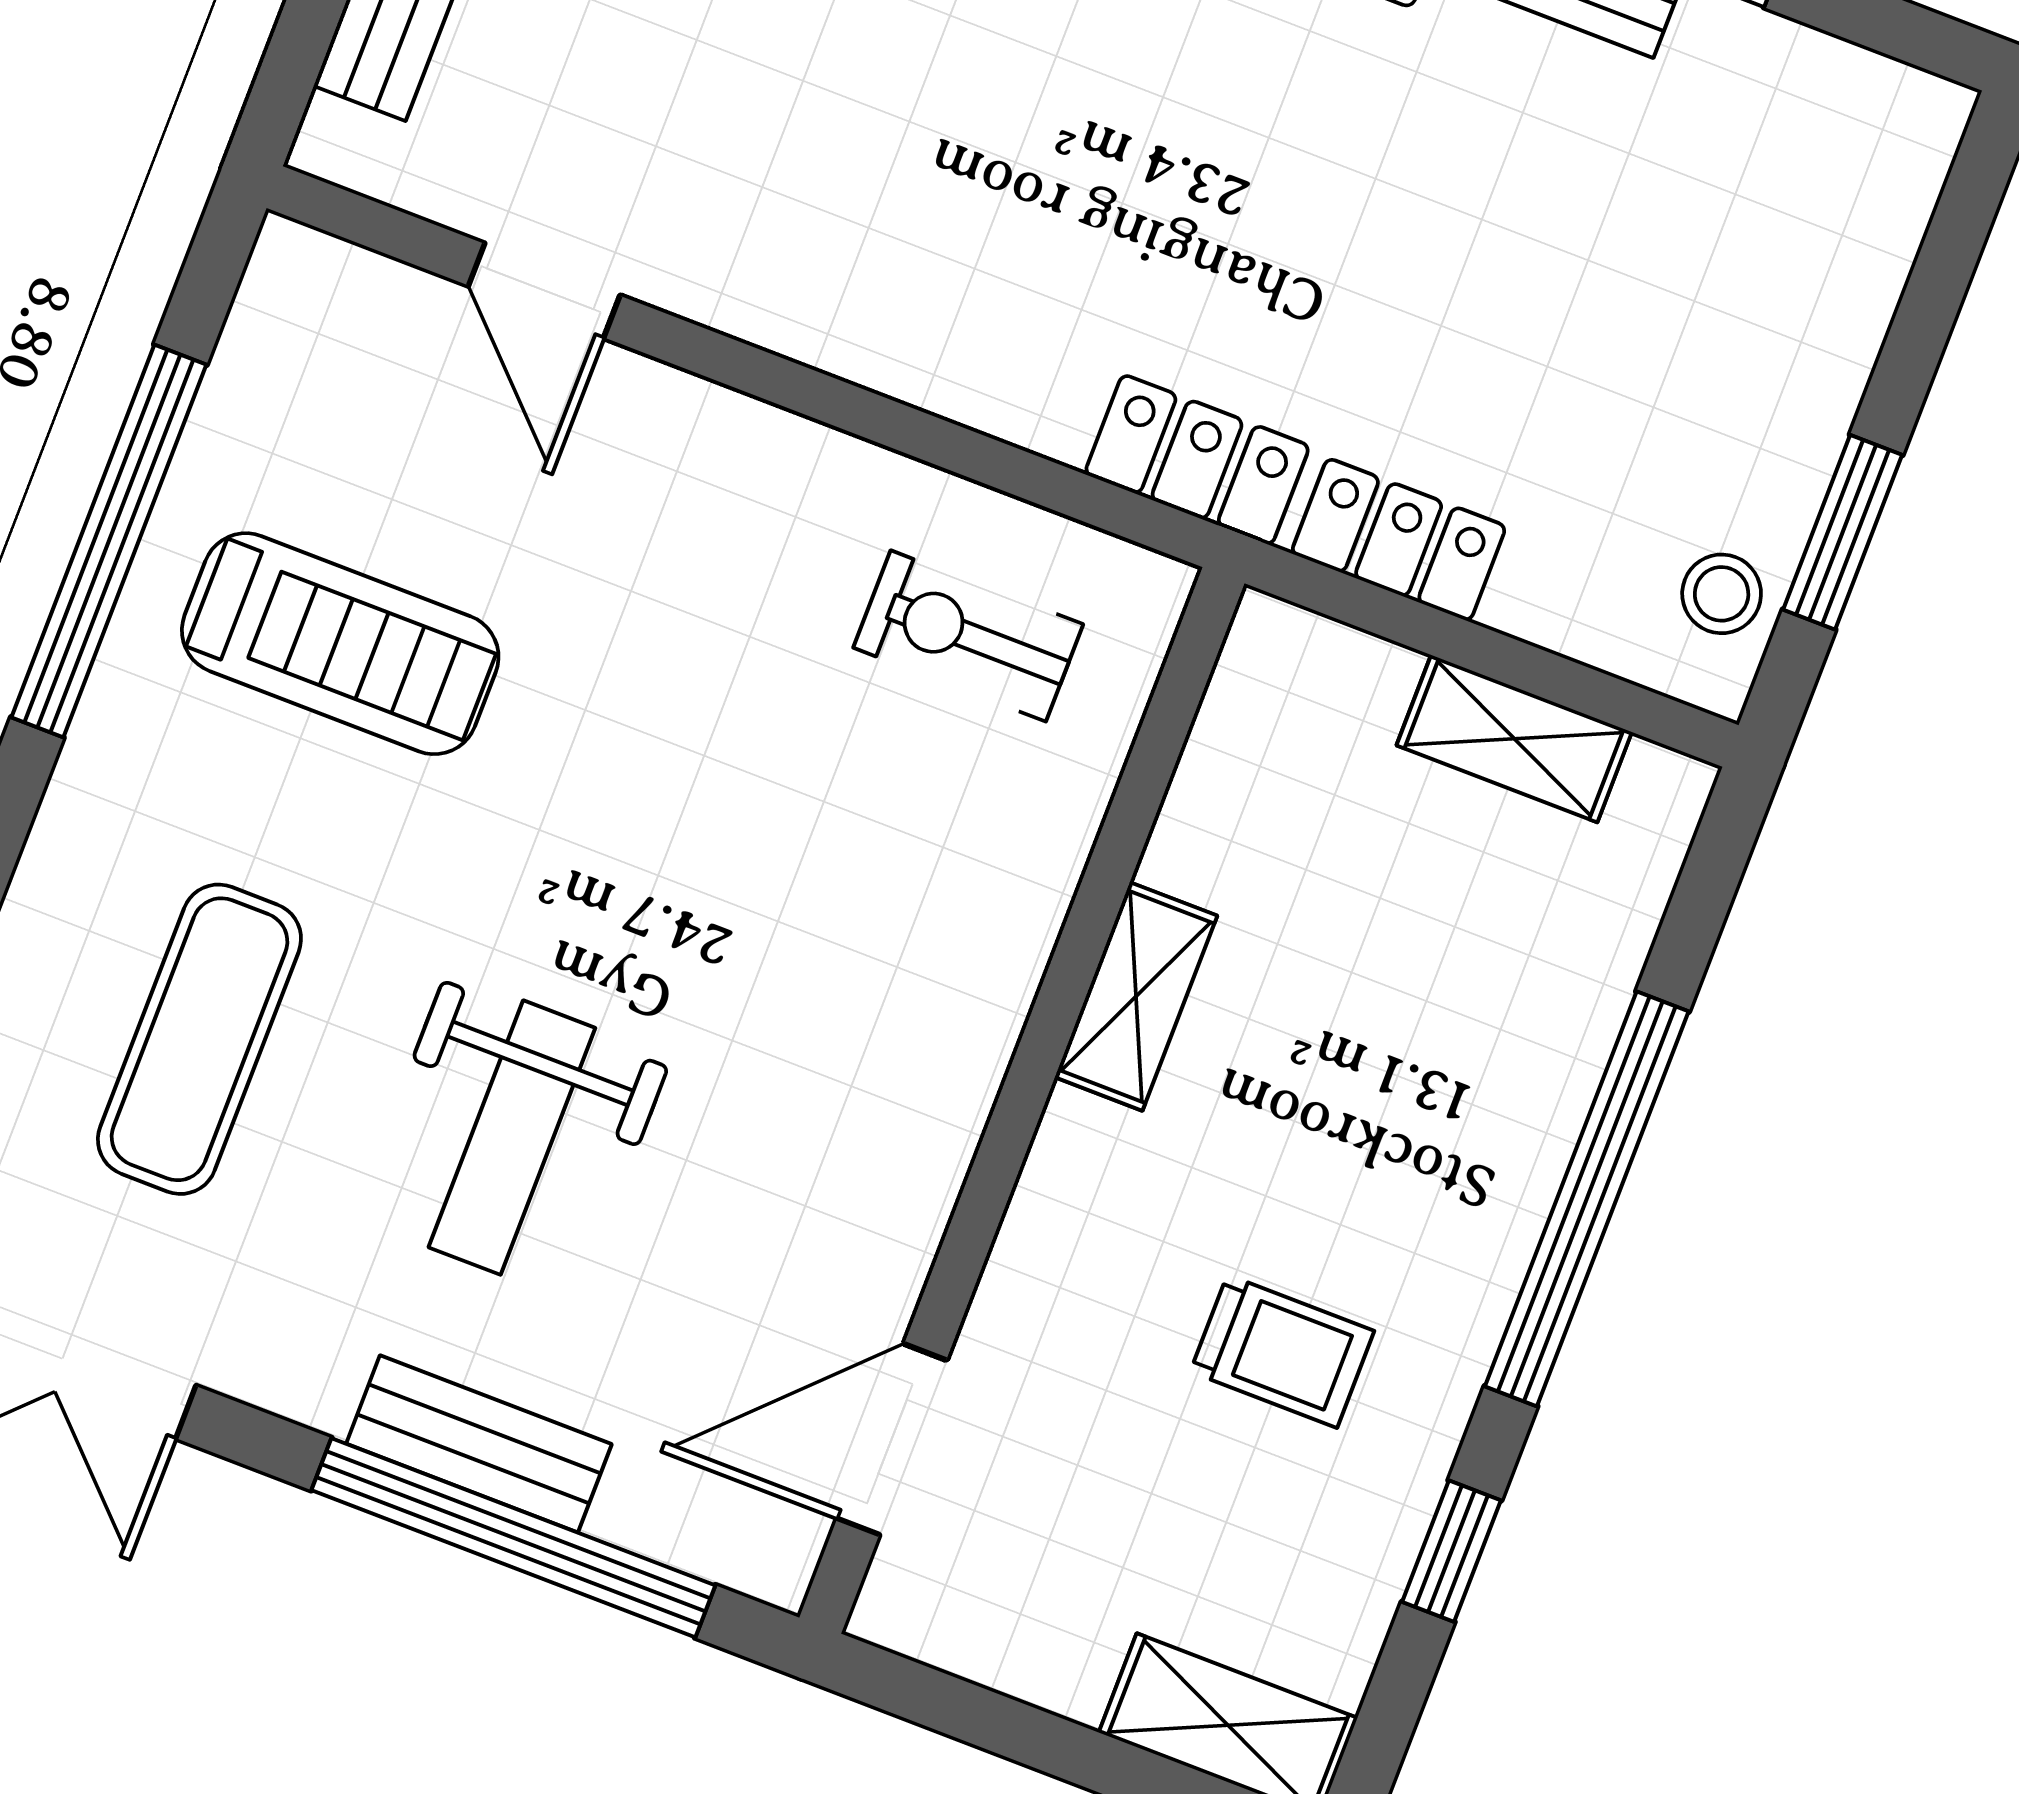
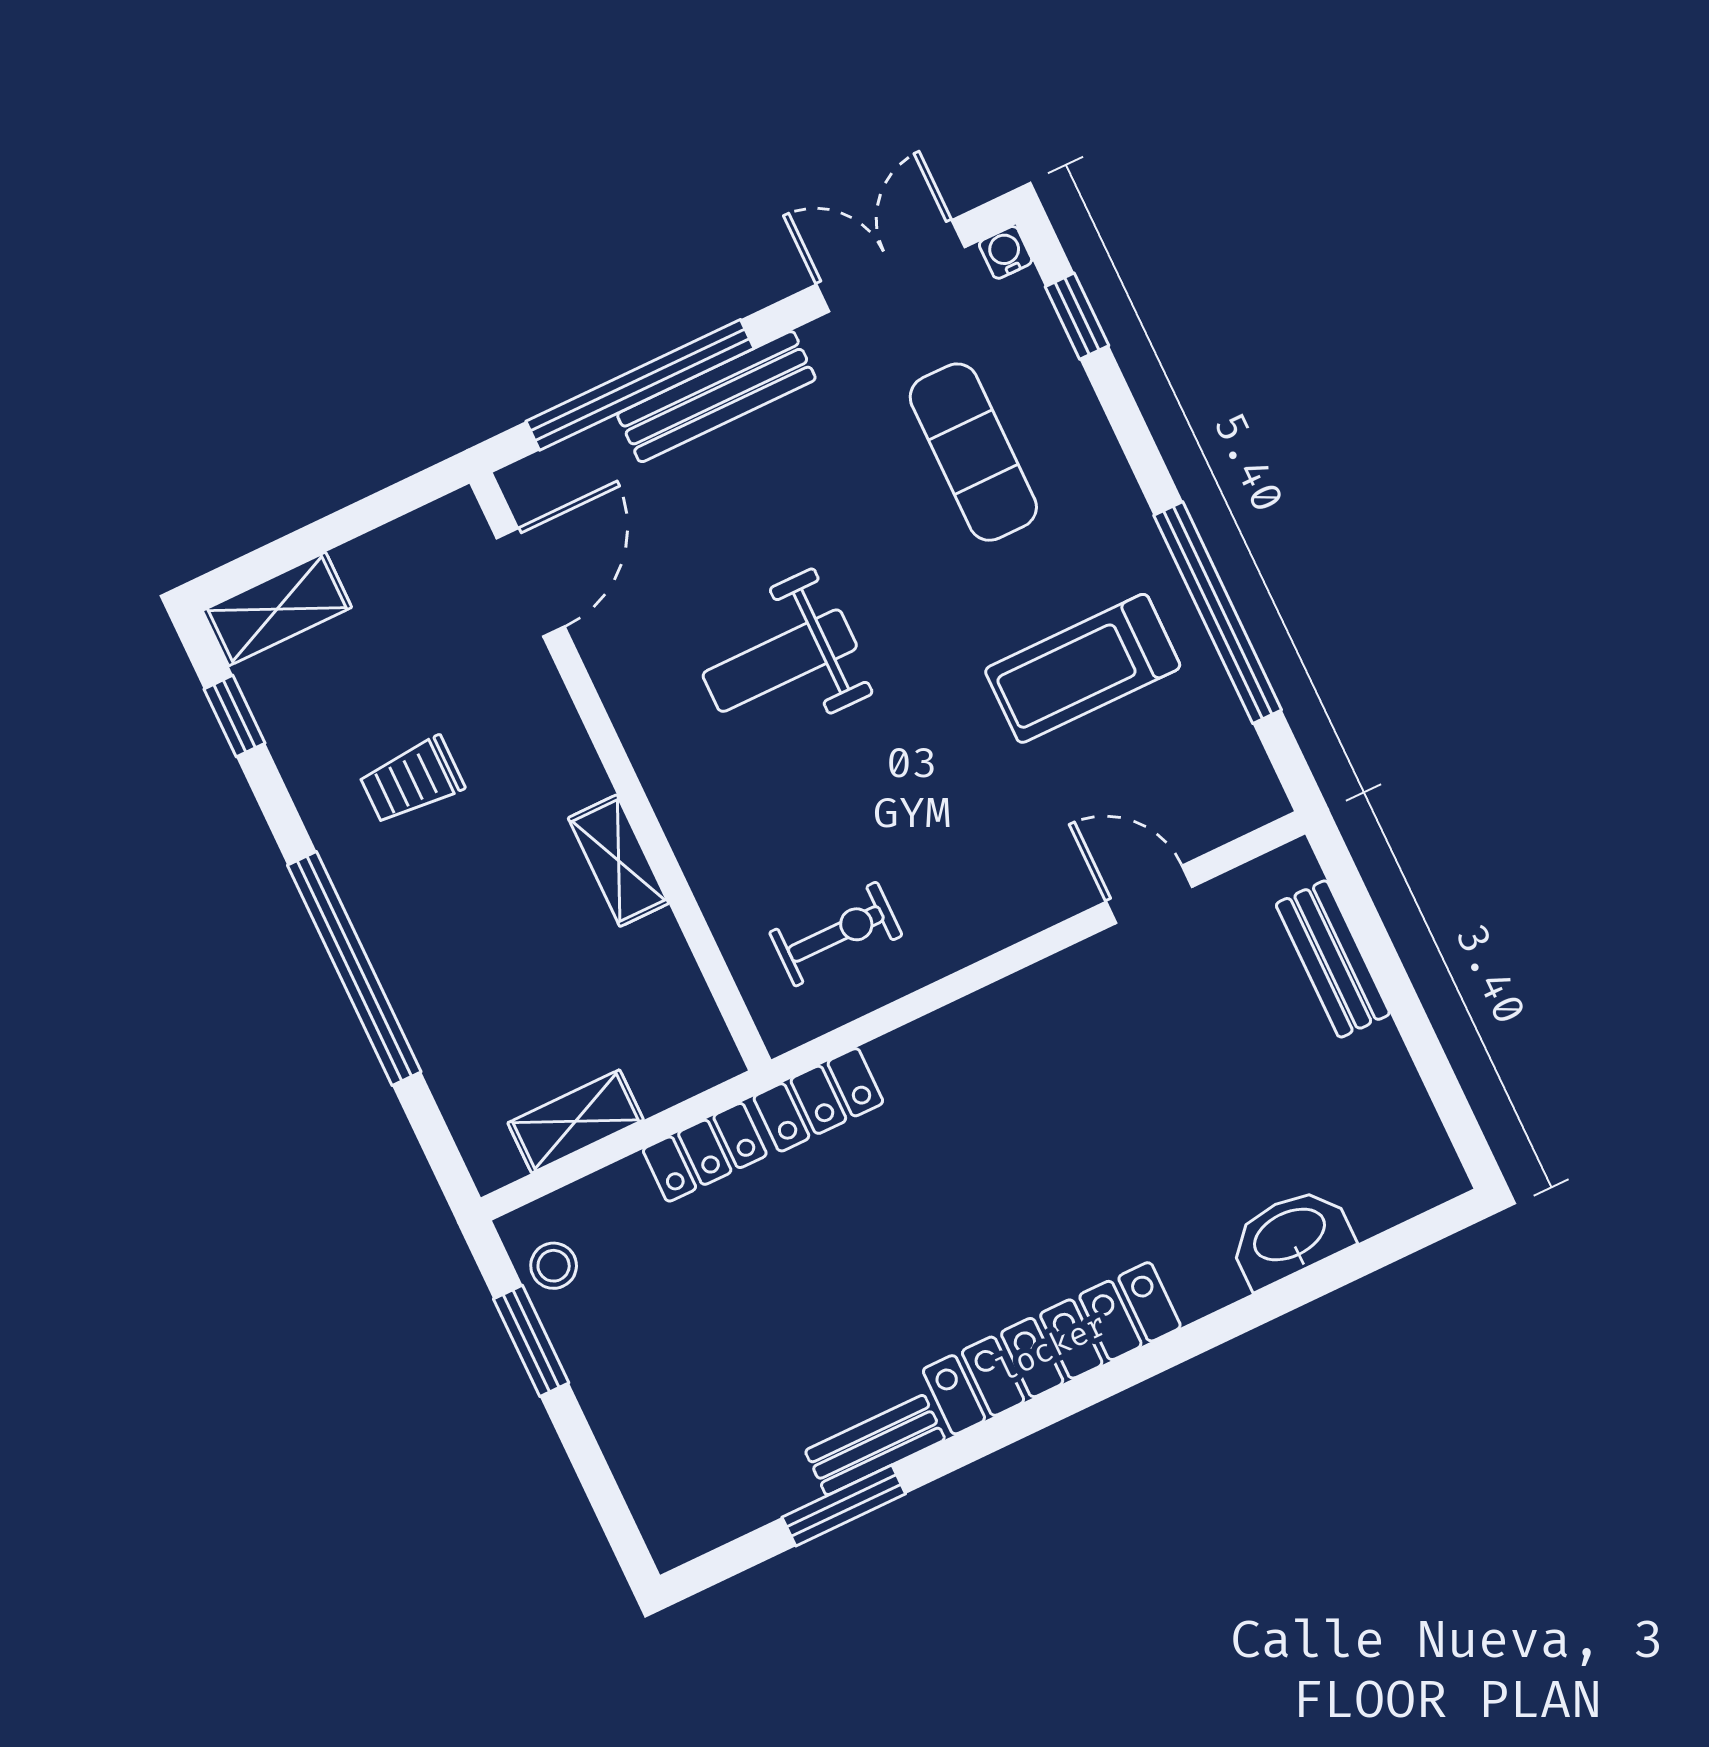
weight bench: (512, 1138) -> (780, 661), moved, turned -90
bench: (479, 1444) -> (716, 397), width x1.36
window: (1451, 1551) -> (235, 716), moved

